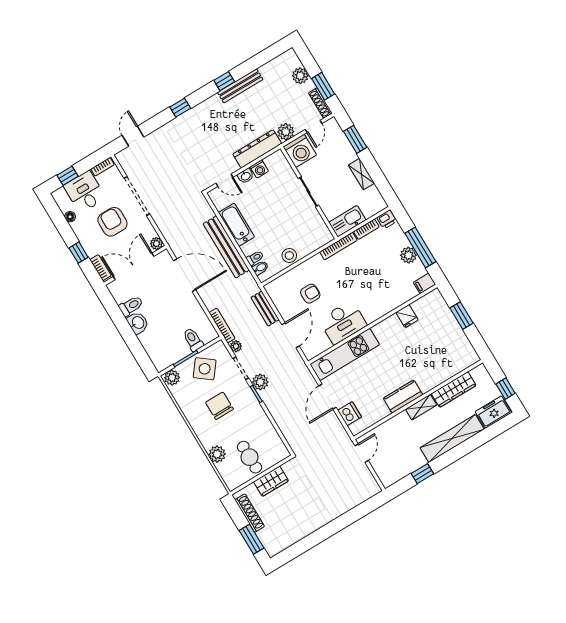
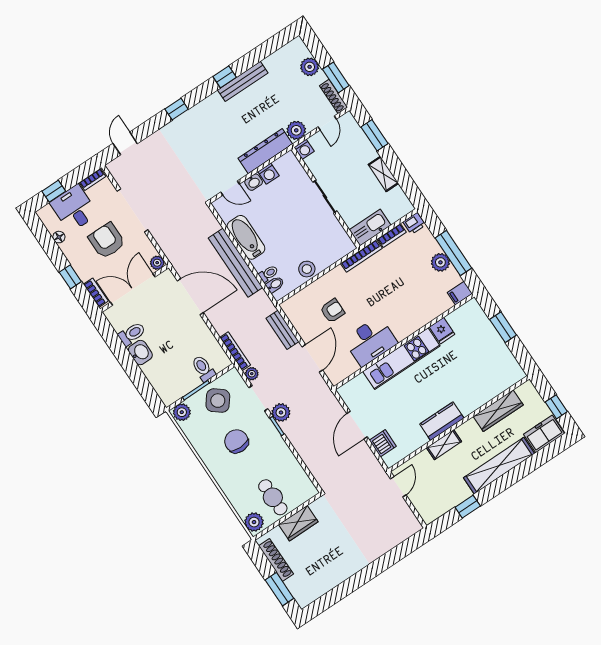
washing machine: (300, 151) -> (304, 149), width x0.53, depth x0.53
kitchen unit: (345, 354) -> (401, 359), moved
shelving: (421, 407) -> (444, 445), moved
plant: (217, 454) -> (254, 522), moved

